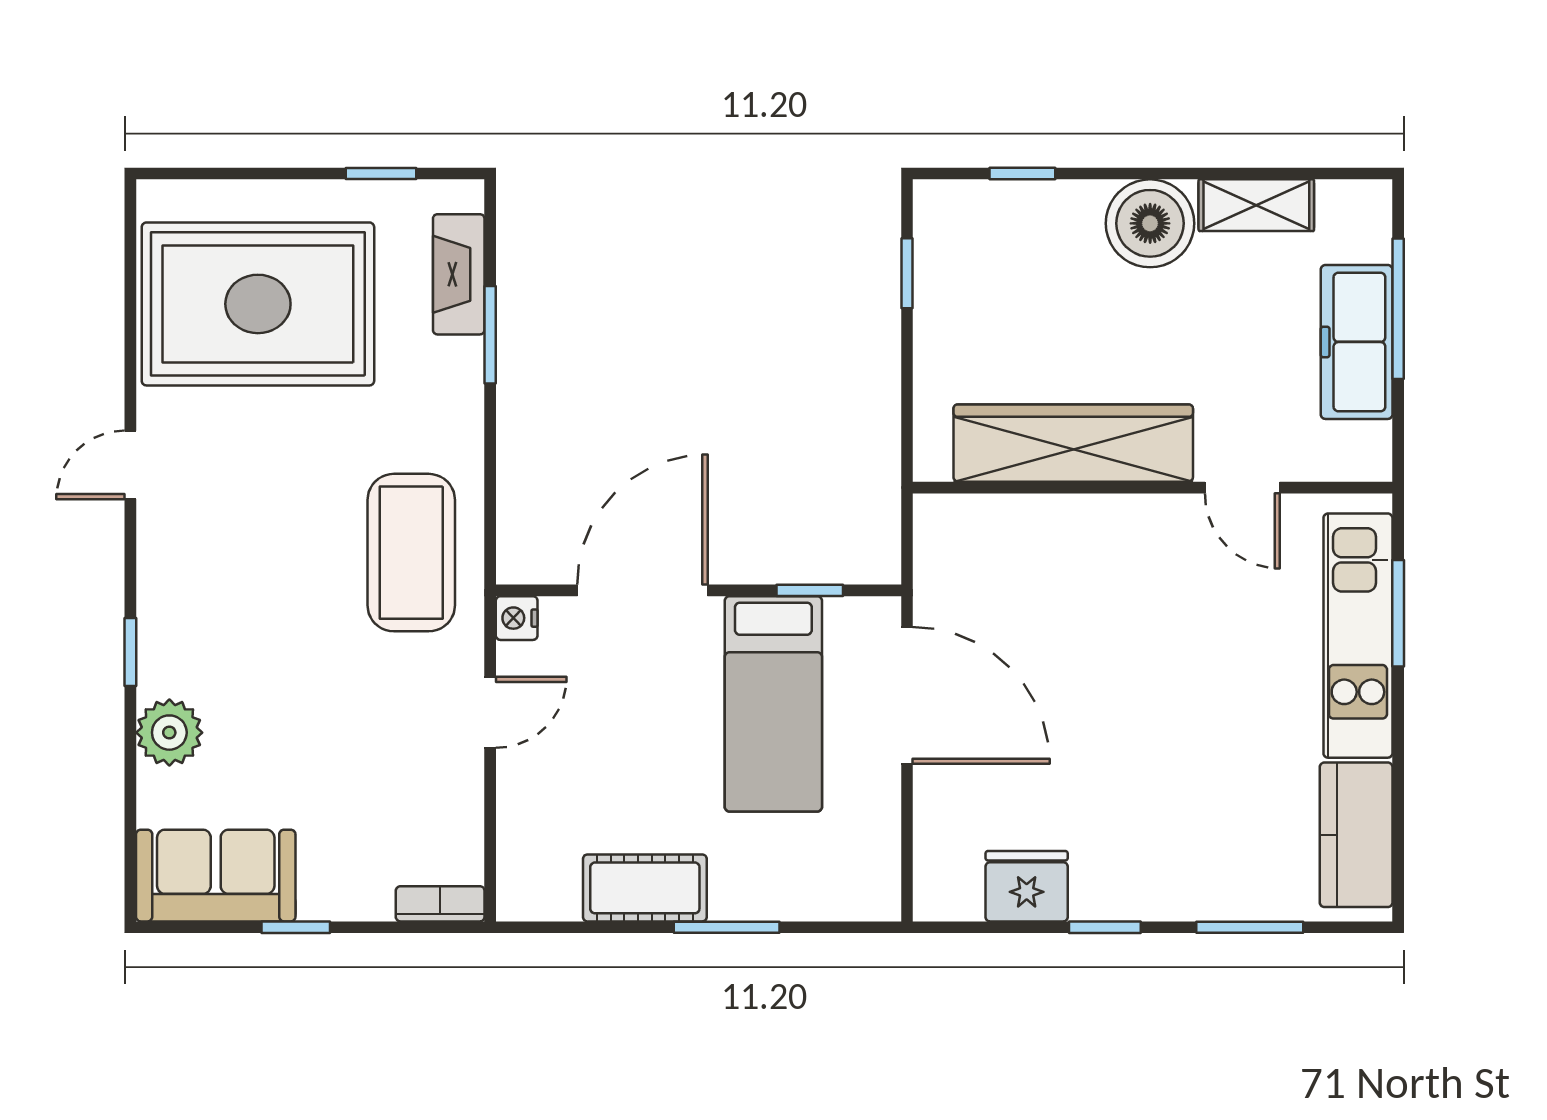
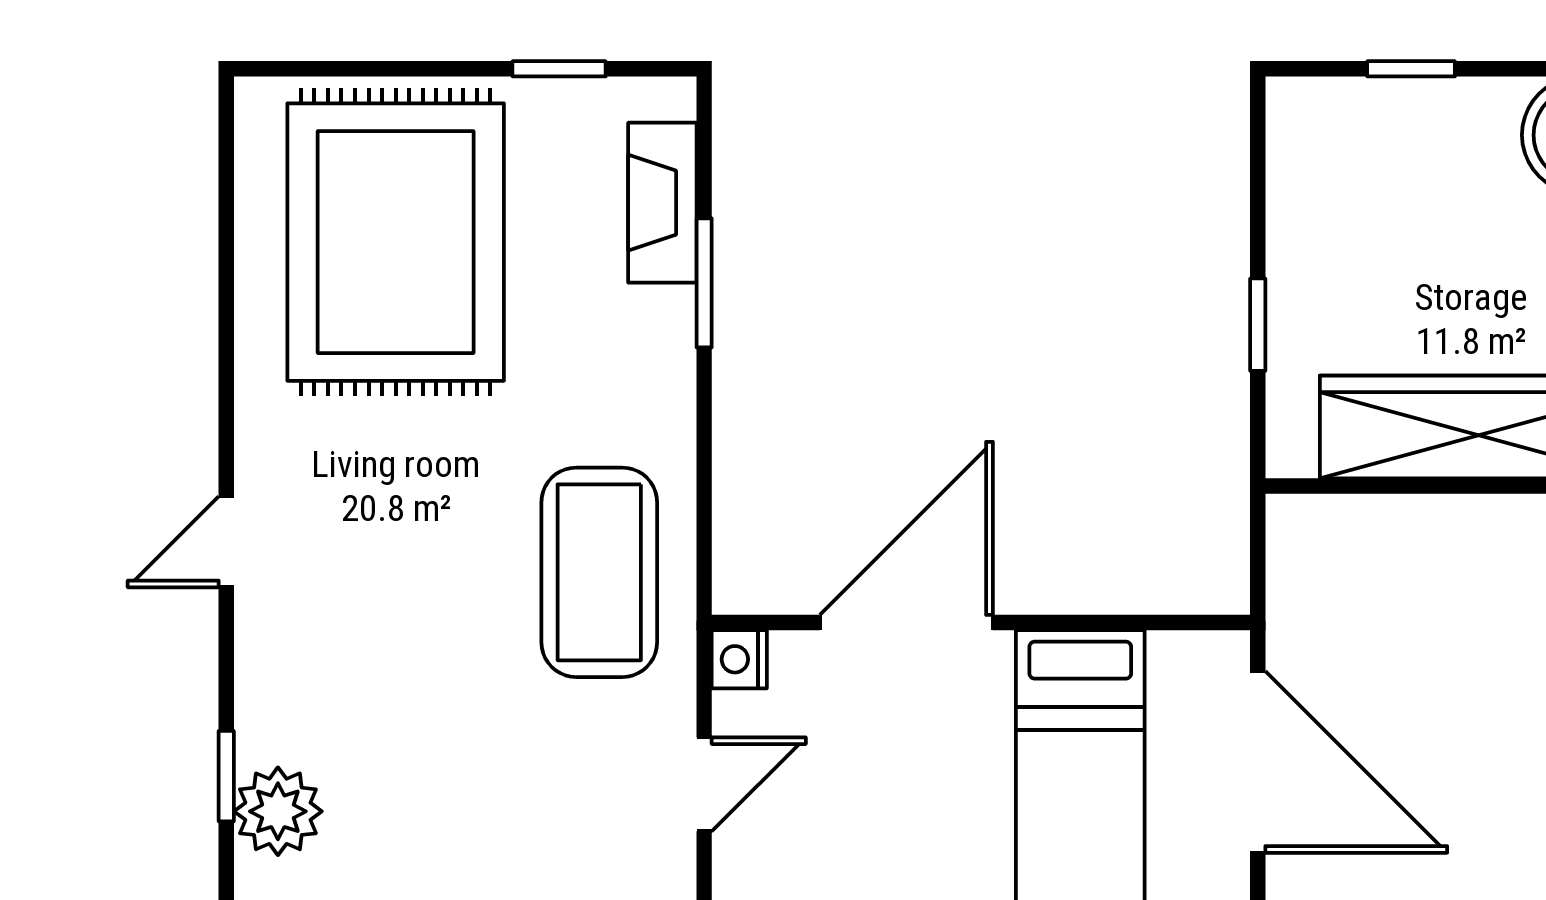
window: (907, 273) -> (1258, 325), moved
rug: (258, 304) -> (396, 242), turned 90
door: (130, 465) -> (226, 542), moved
window: (810, 590) -> (1129, 622), removed
window: (130, 652) -> (226, 776), moved

